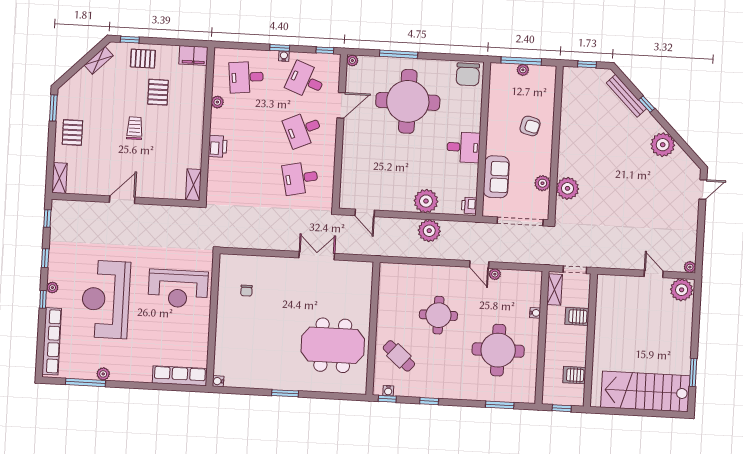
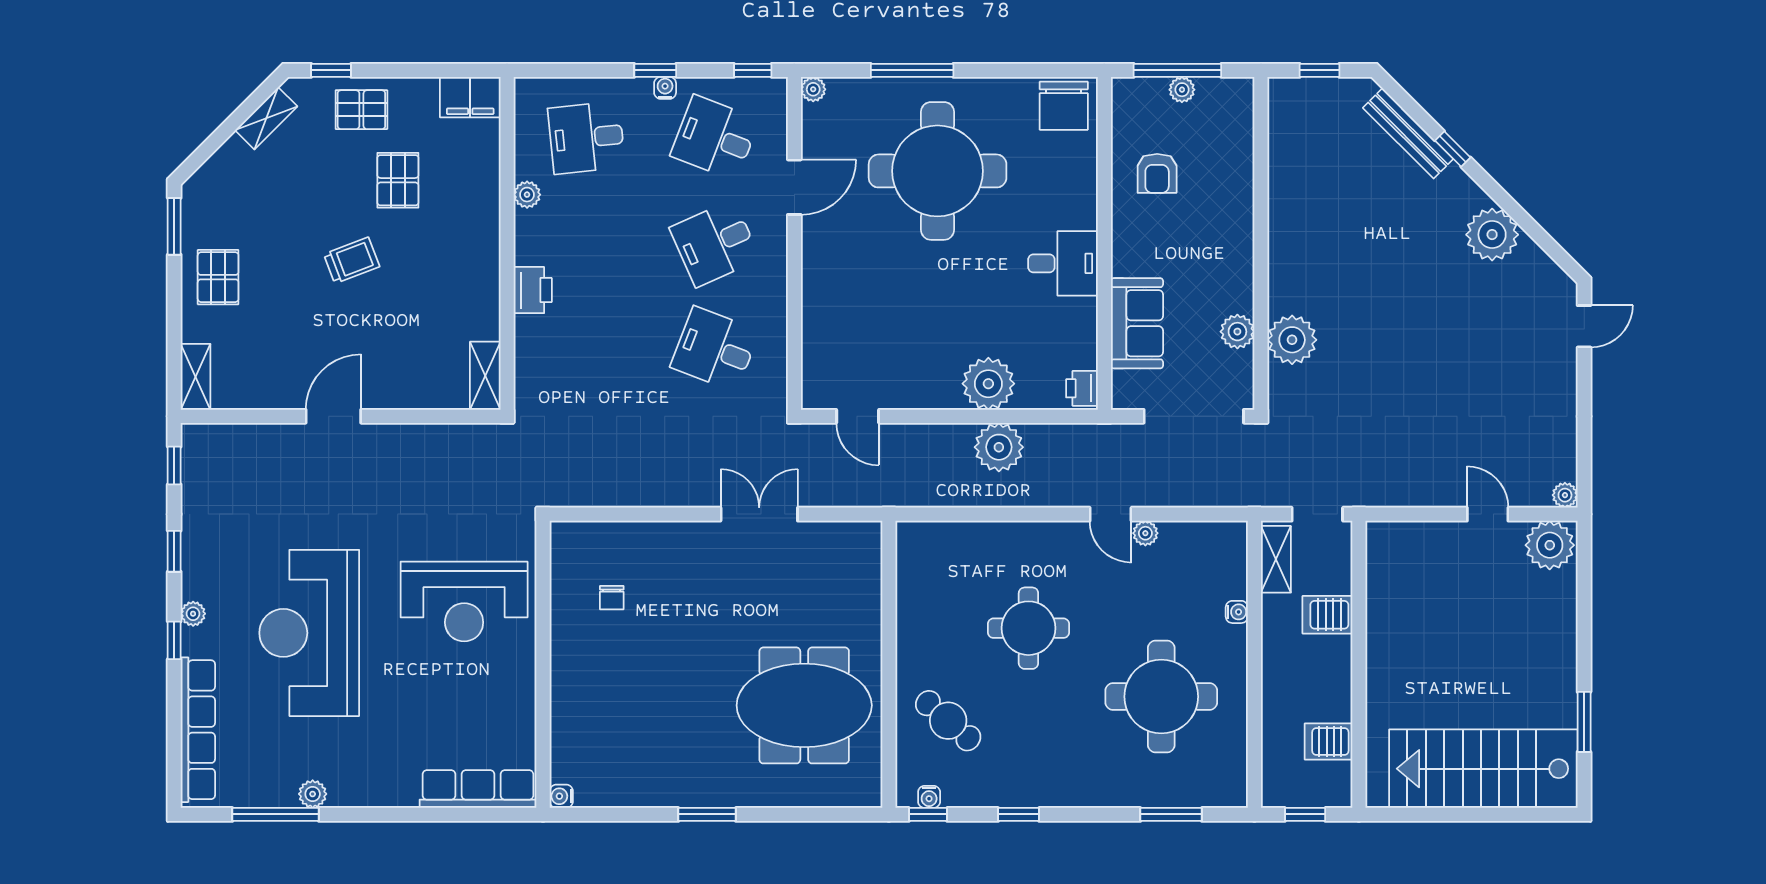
armchair: (530, 126) -> (1157, 173), moved, turned 76
trolley: (135, 128) -> (352, 260), turned 69
desk: (300, 178) -> (715, 349), turned 33

